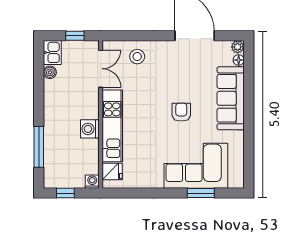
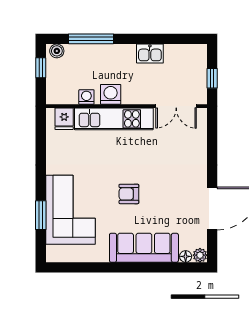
kitchen sink: (52, 52) -> (150, 54), moved
stool: (137, 57) -> (189, 146), removed
boiler: (50, 72) -> (57, 51), moved
armchair: (181, 112) -> (129, 194), turned 180
washing machine: (92, 182) -> (86, 97), moved, turned -90

